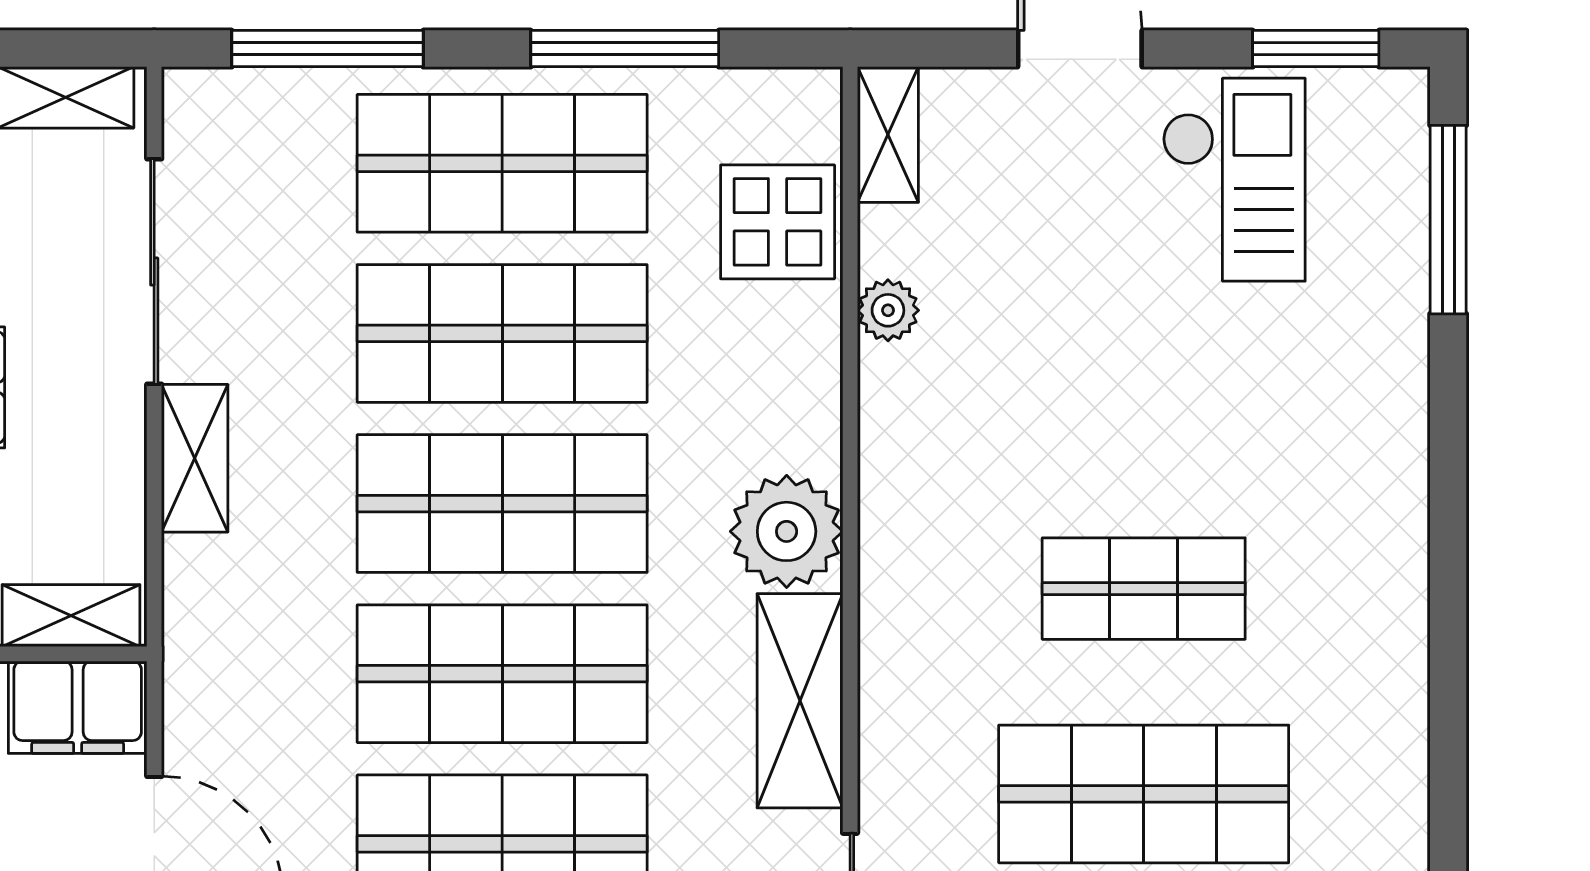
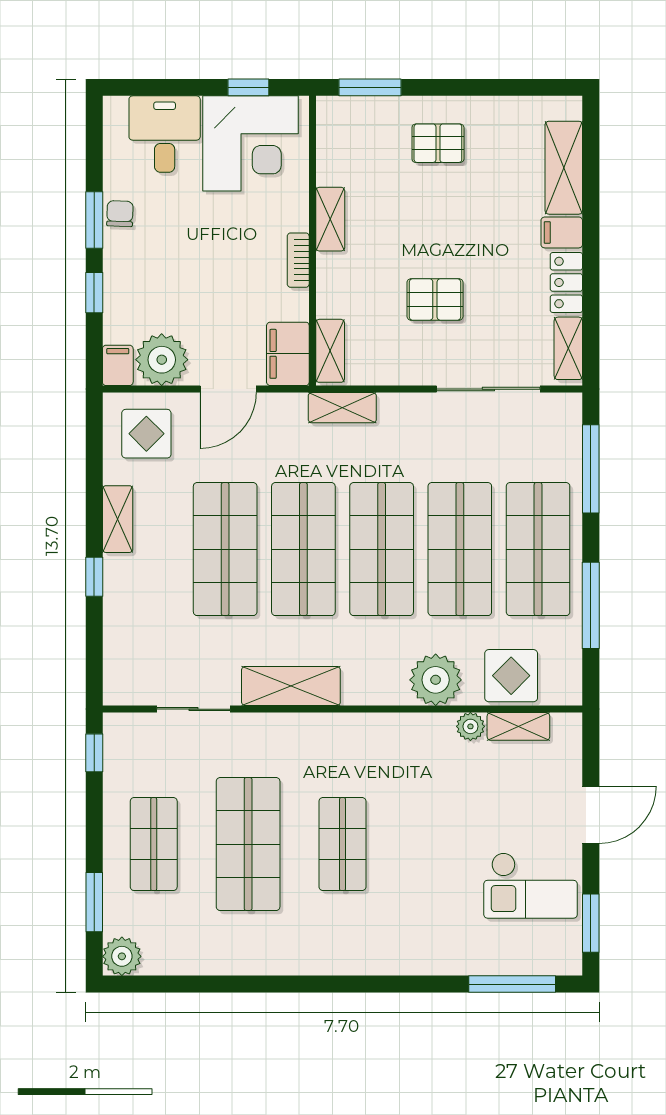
shelving: (888, 135) -> (518, 726), moved
shelving: (195, 458) -> (342, 408), moved
plant: (787, 531) -> (436, 680), moved

